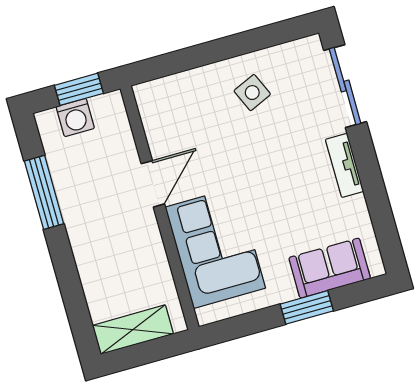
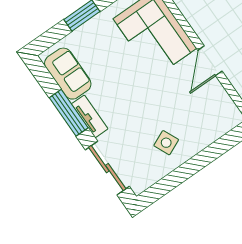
window: (372, 180) -> (69, 113), added
sofa: (330, 268) -> (68, 74), moved, turned -90

